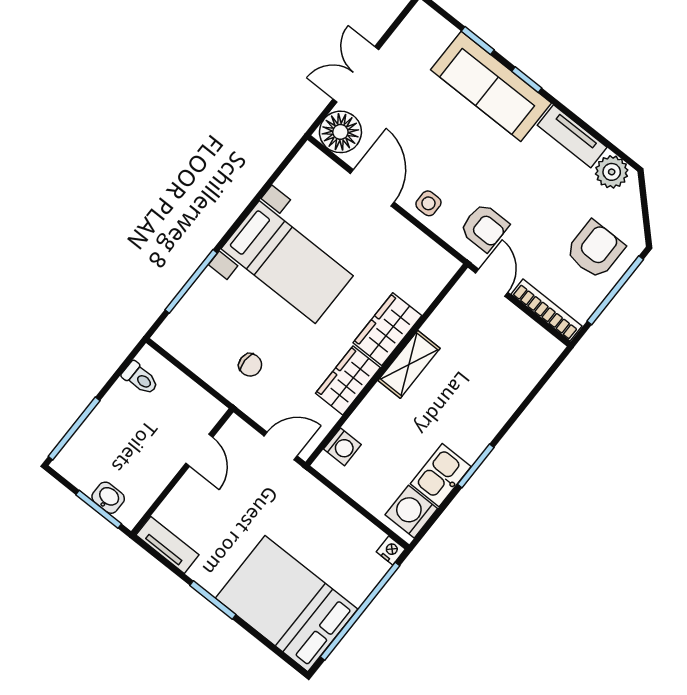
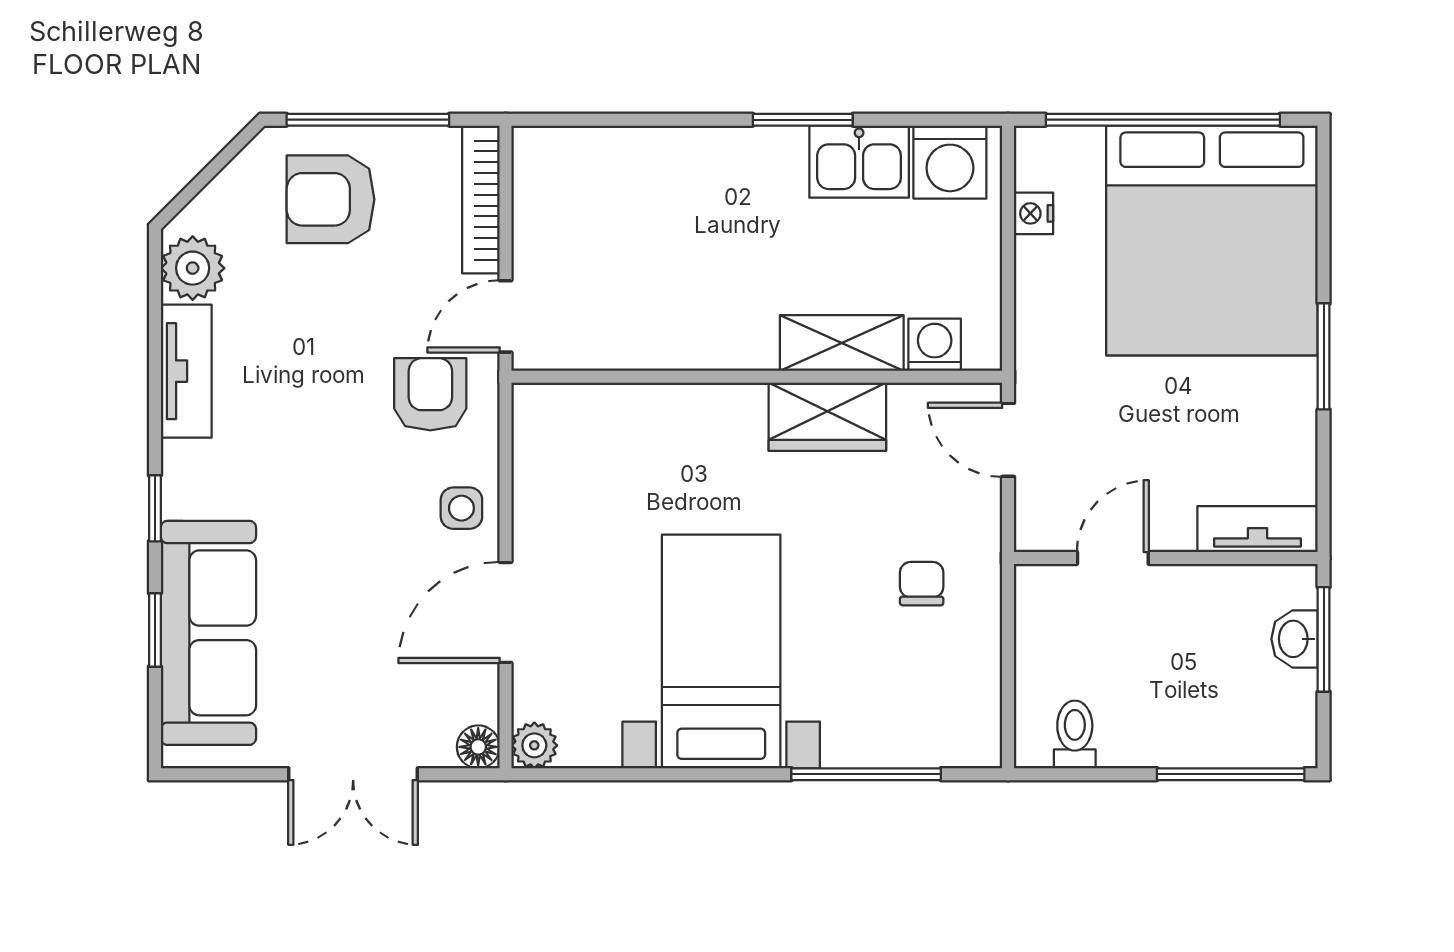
sofa: (491, 86) -> (208, 633), moved
floor lamp: (340, 132) -> (478, 747), width x0.53, depth x0.53
plant: (309, 157) -> (534, 745), added
wardrobe: (387, 329) -> (702, 419), removed
shelving: (409, 364) -> (842, 343), moved
tv unit: (167, 545) -> (1257, 529), moved, turned 90
nightstand: (391, 550) -> (1034, 213), moved
bed: (286, 604) -> (1212, 241), width x1.36

